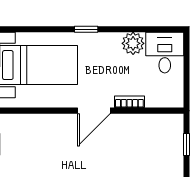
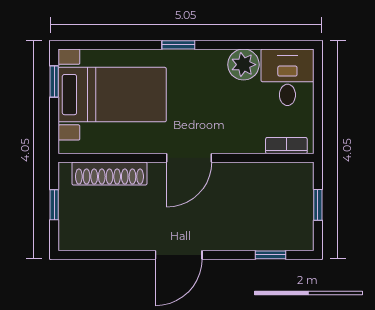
bookcase: (129, 102) -> (286, 146), moved
shoe rack: (37, 122) -> (109, 174), added

